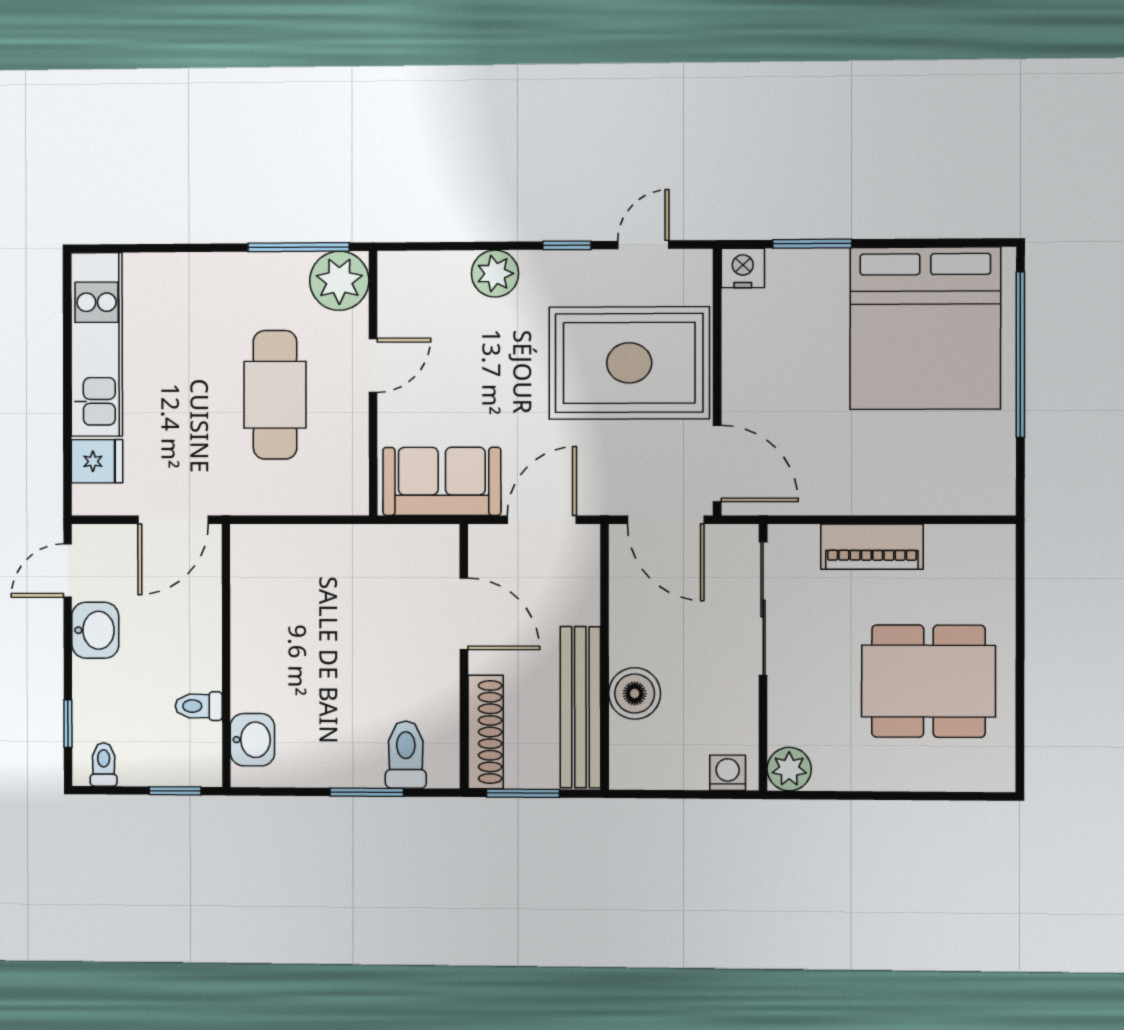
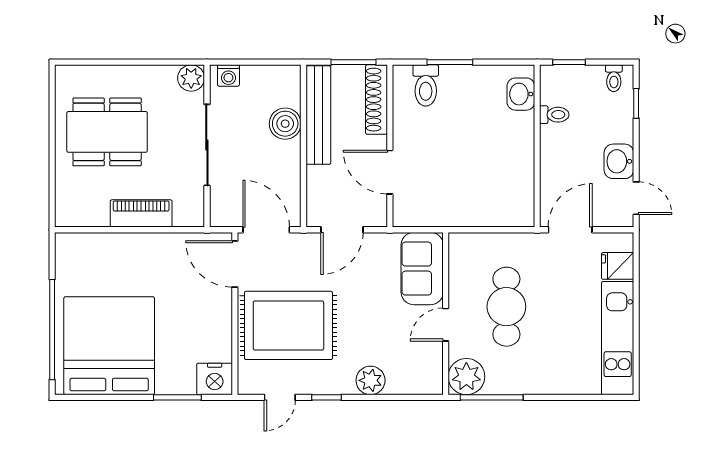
nightstand: (743, 268) -> (215, 379), width x1.36, depth x1.33
sofa: (442, 481) -> (422, 269), moved, turned 90
door: (68, 571) -> (636, 198), hinge flipped
sliding door: (763, 609) -> (207, 145), moved

